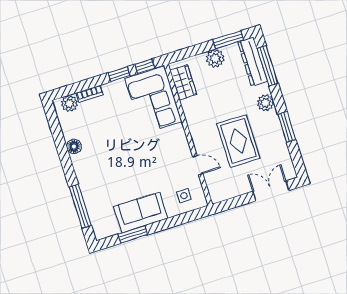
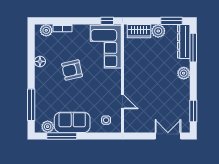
window: (119, 74) -> (87, 21), removed
wardrobe: (183, 82) -> (139, 31), moved, turned 90
window: (287, 127) -> (193, 111), moved
rug: (238, 141) -> (156, 94), removed
armchair: (119, 144) -> (72, 70), added
plant: (111, 228) -> (48, 127), added
window: (133, 234) -> (62, 136), width x1.44

